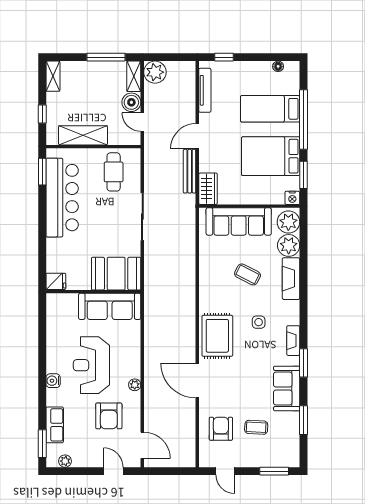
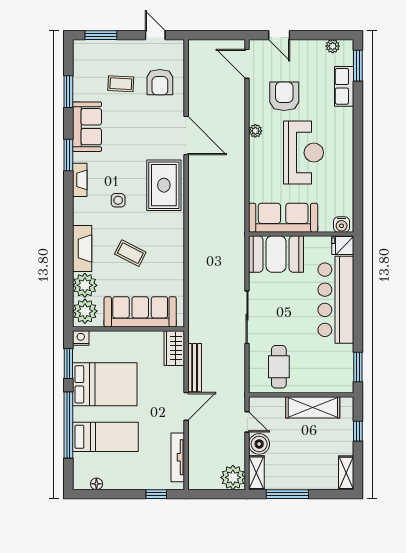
bar counter: (62, 198) -> (336, 300), moved
water cooler: (53, 381) -> (342, 225), moved, turned 90

